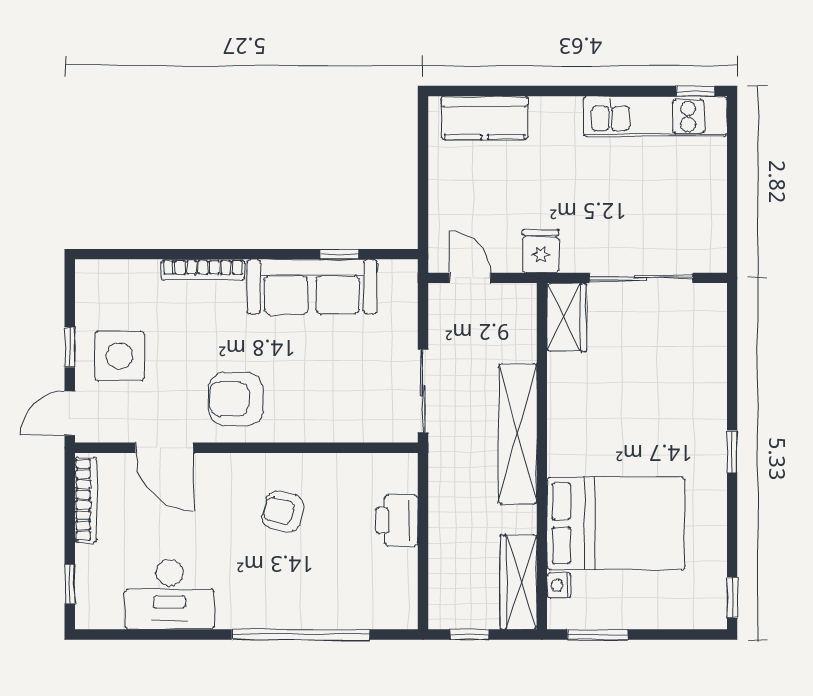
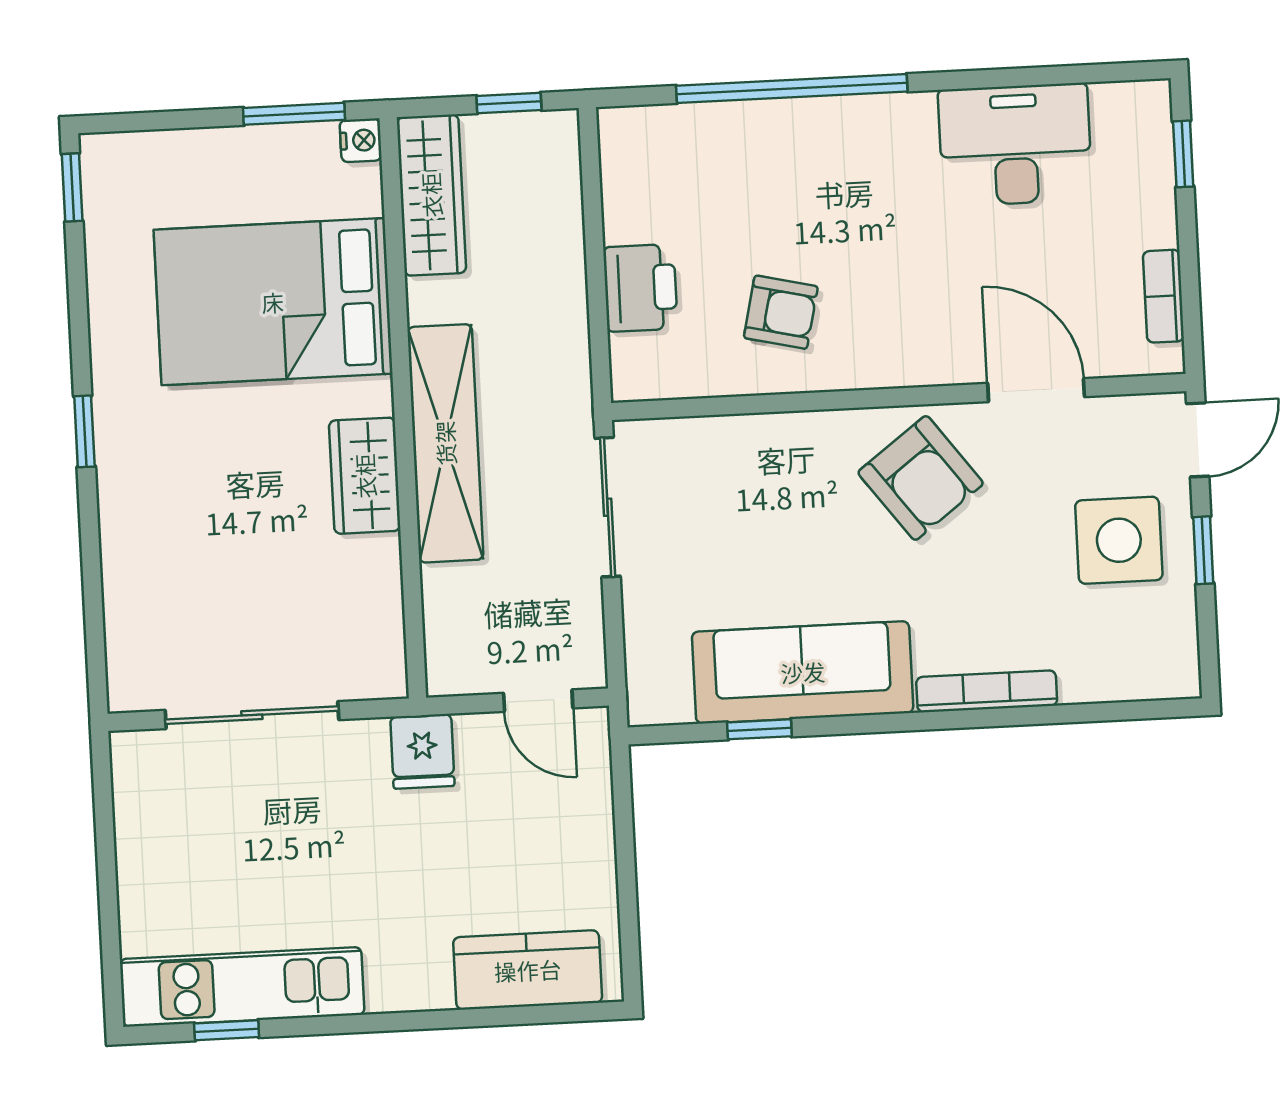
window: (695, 91) -> (227, 1030), moved
wardrobe: (567, 317) -> (365, 476), moved
armchair: (236, 399) -> (921, 478), turned 53
bookcase: (86, 500) -> (1163, 296), width x0.64
armchair: (283, 512) -> (781, 312), moved
nightstand: (559, 585) -> (361, 140), moved

